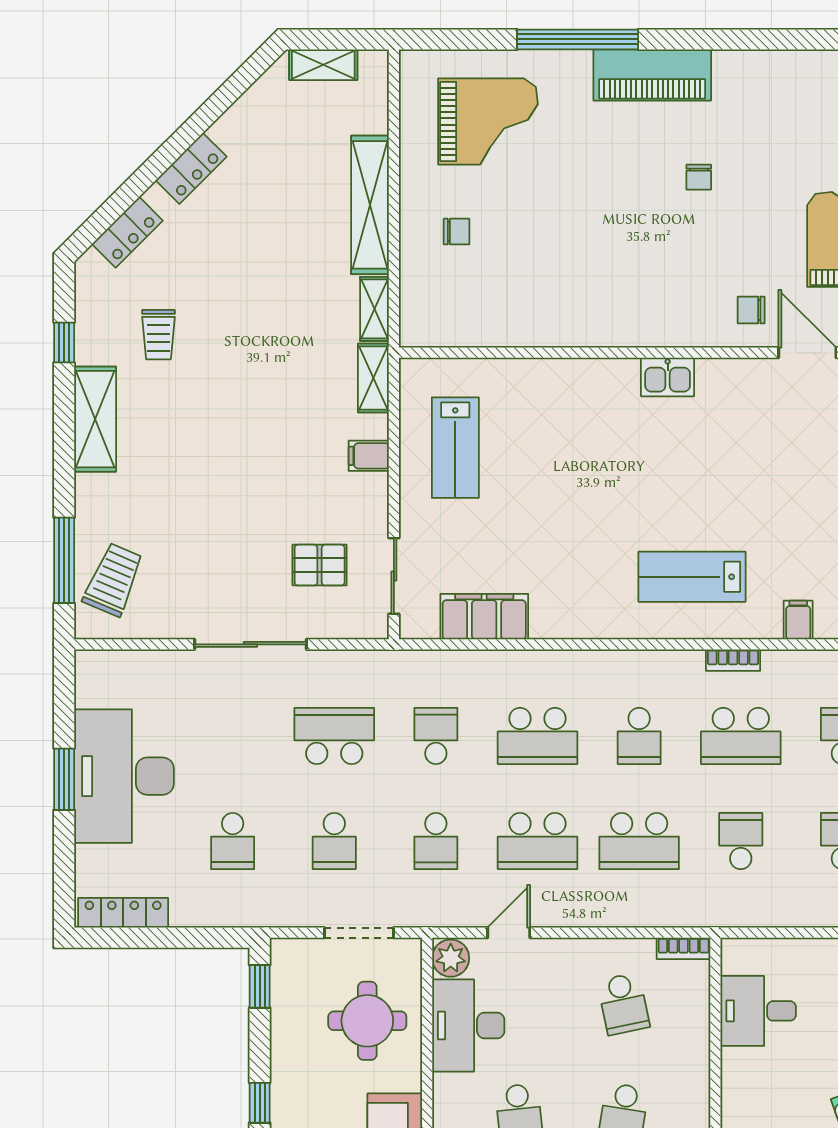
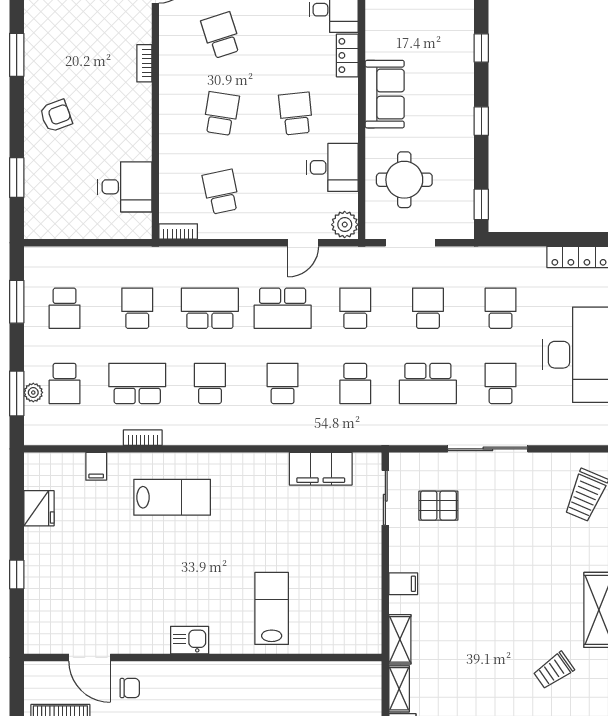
trolley: (158, 335) -> (554, 670), turned -125
lab bench: (455, 448) -> (272, 608), moved
school desk: (233, 736) -> (501, 383), added
school desk: (538, 736) -> (283, 383), width x0.54
school desk: (538, 841) -> (283, 308), turned 180
school desk: (741, 841) -> (137, 308), turned 180
desk: (468, 1026) -> (332, 167), width x0.73

